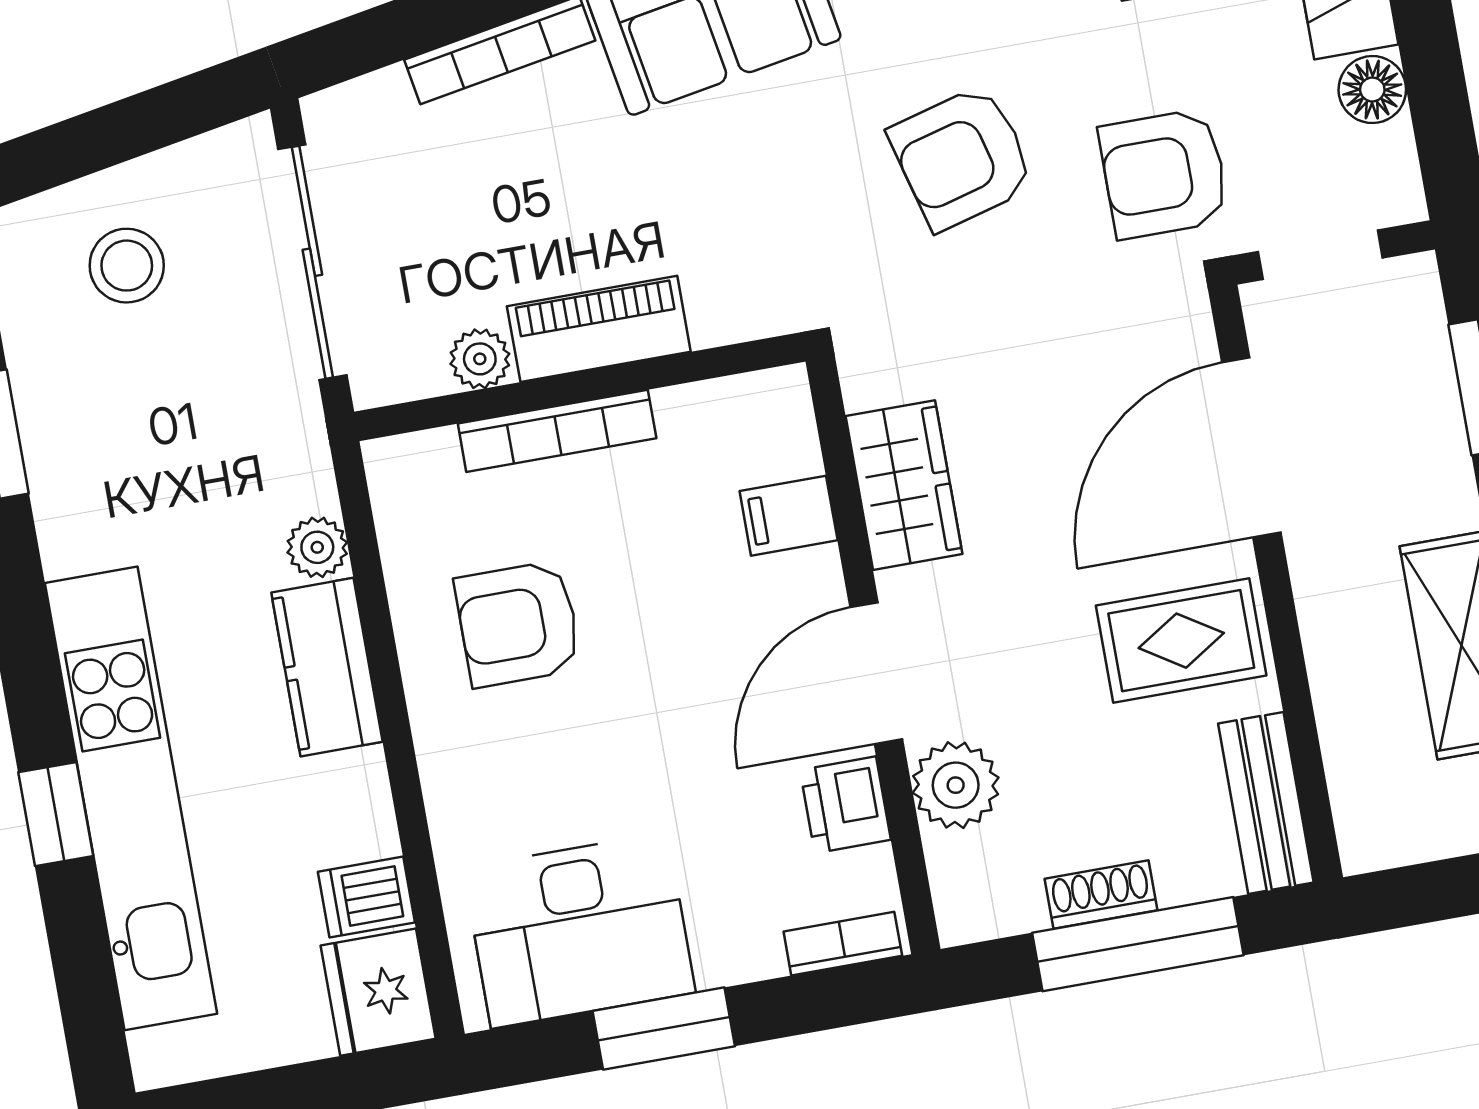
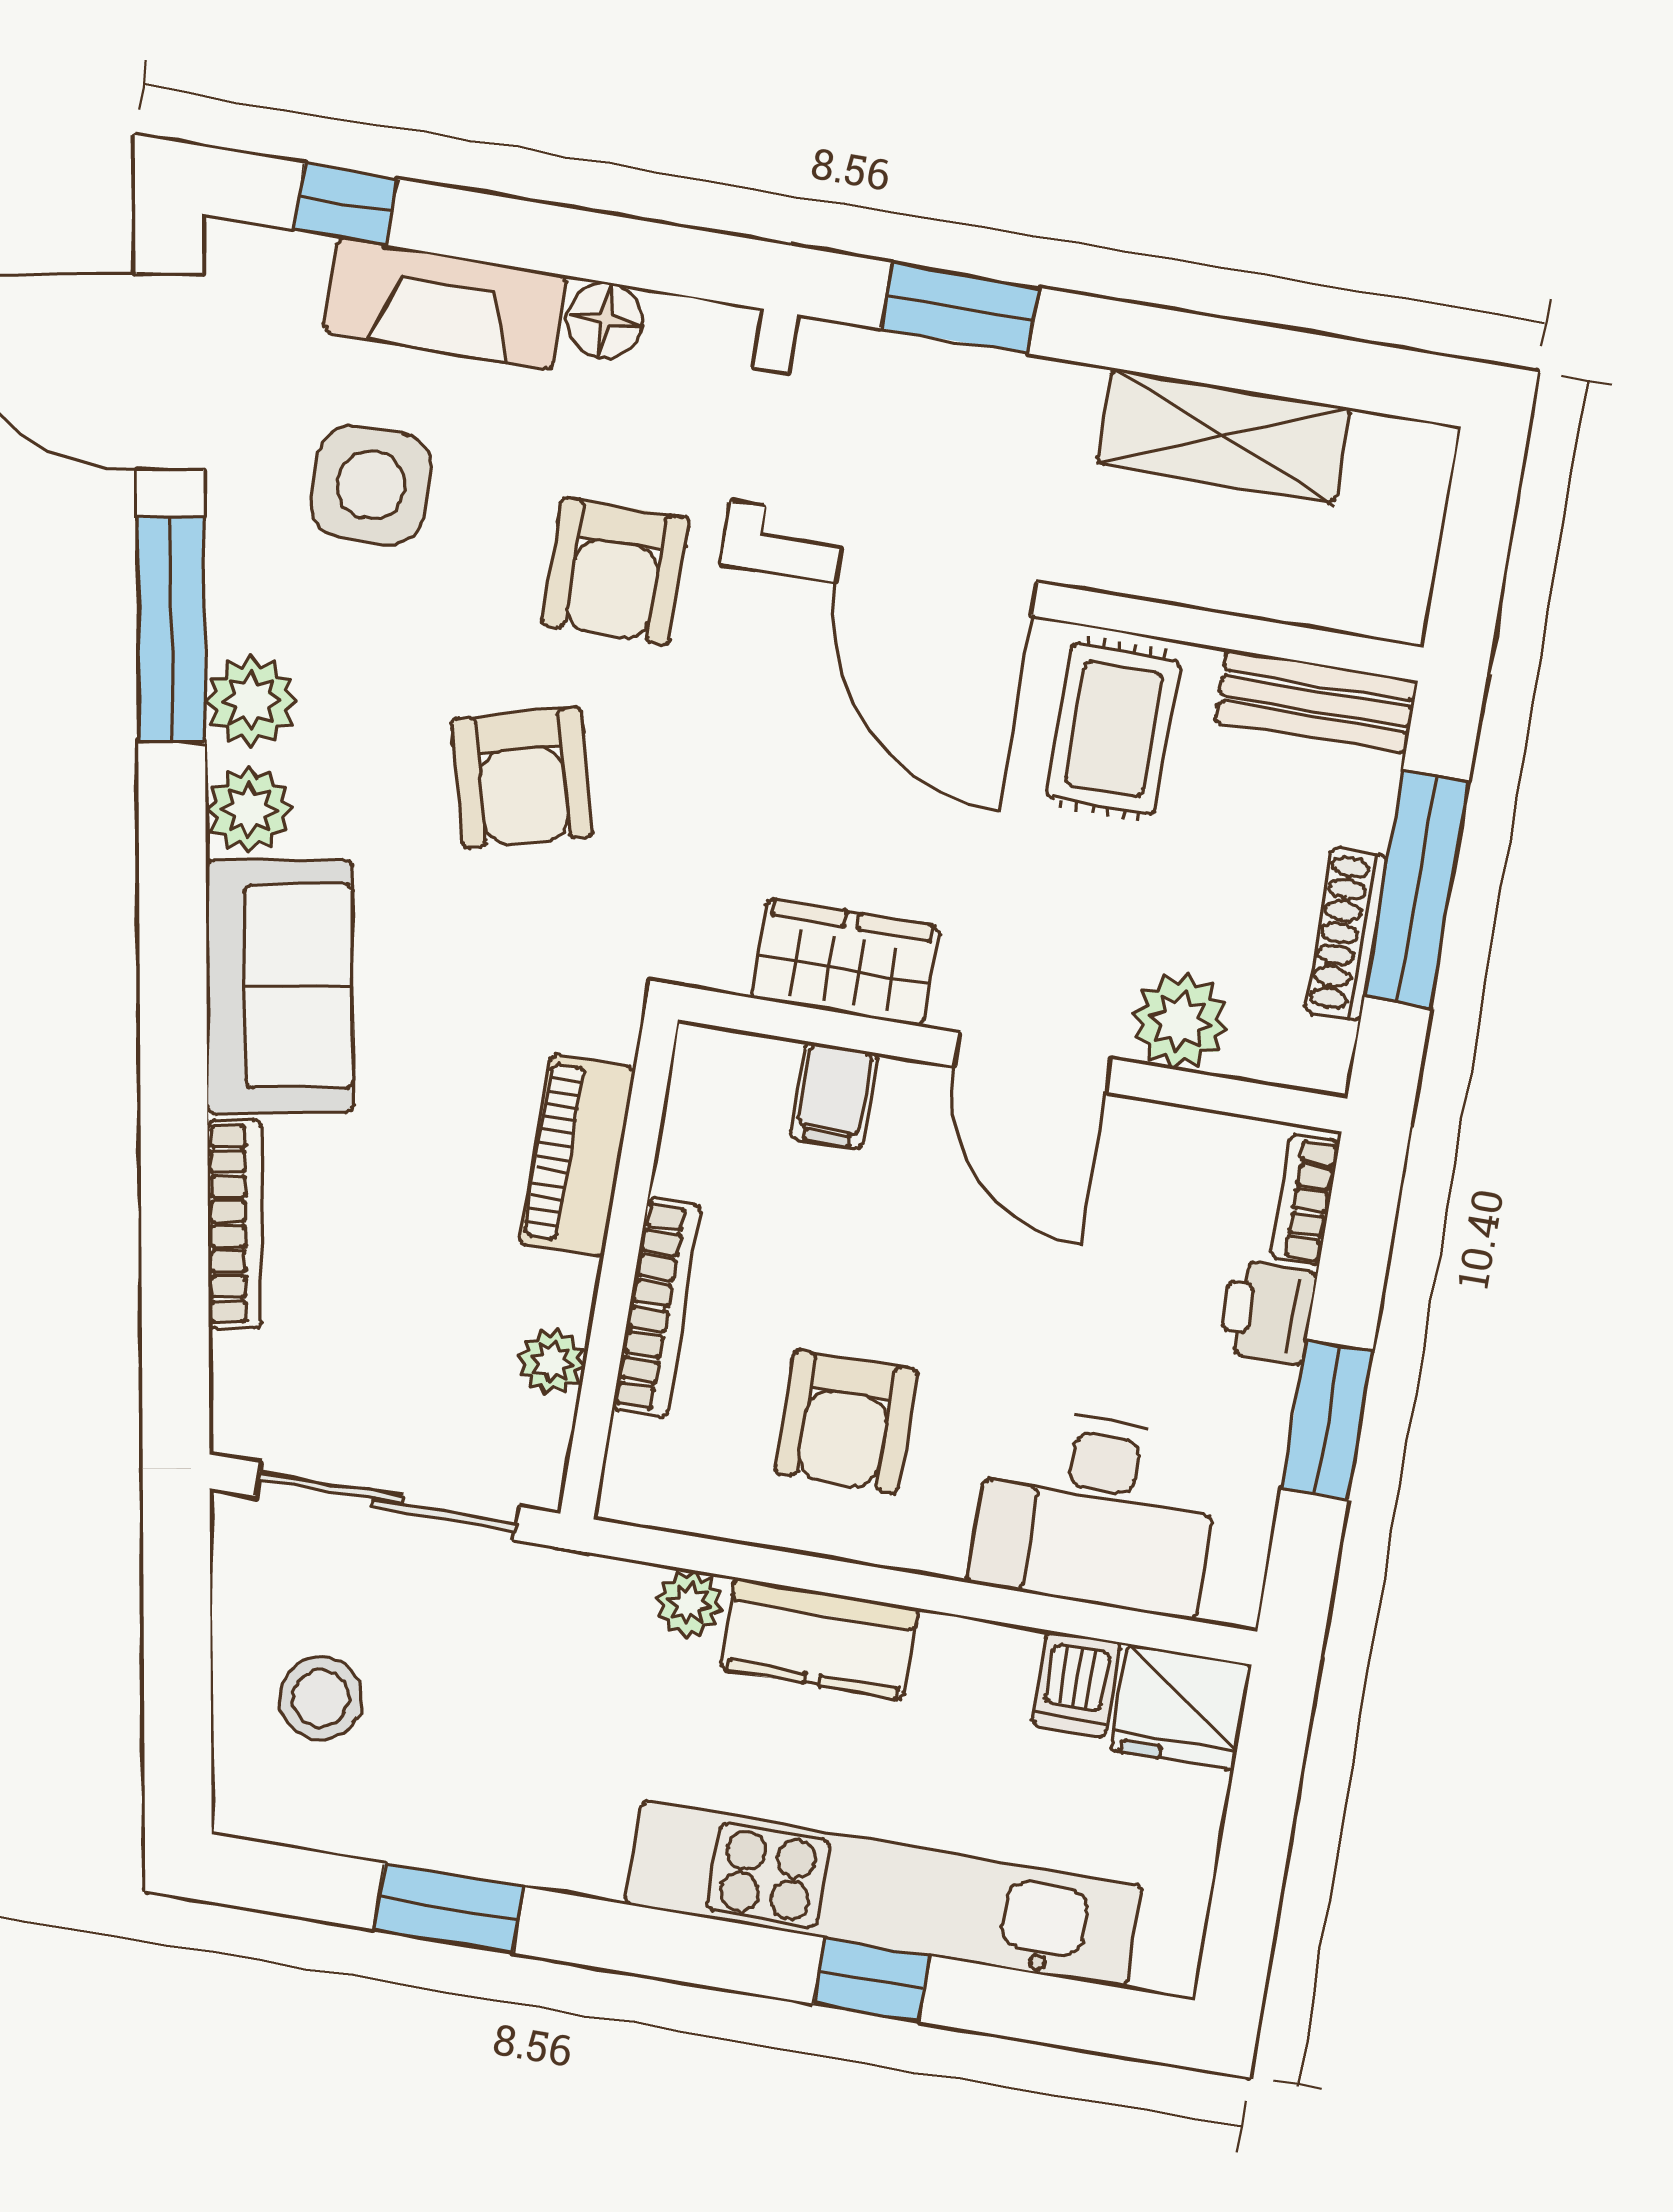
piano: (599, 329) -> (577, 1156), moved
printer: (845, 805) -> (1268, 1312), moved, turned 90
shoe rack: (1101, 894) -> (1346, 934), width x1.43
desk: (579, 930) -> (1096, 1512), moved, turned 90

